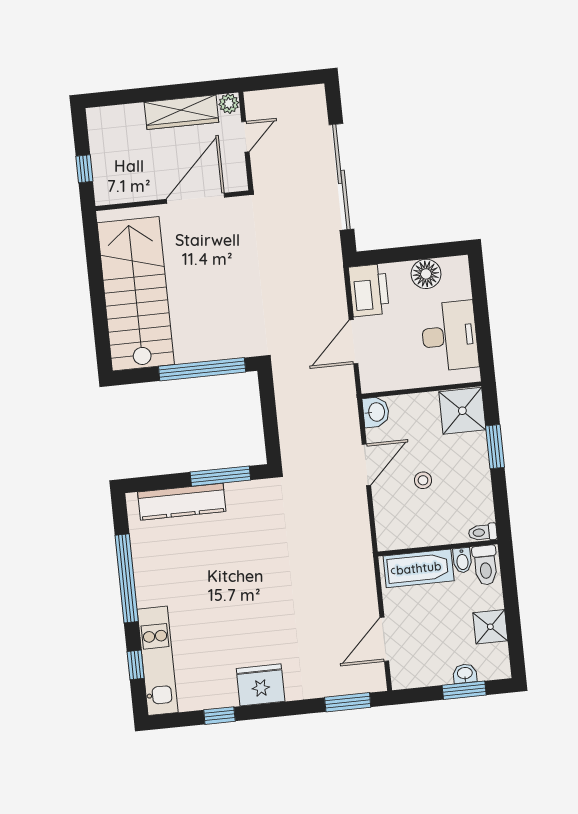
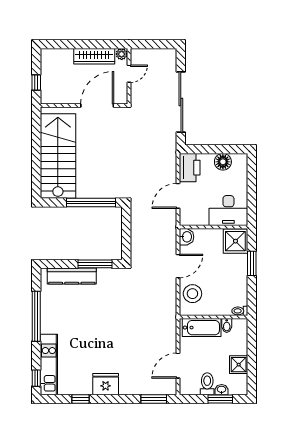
desk: (450, 336) -> (228, 211), moved, turned 90
stool: (423, 480) -> (192, 294), moved, width x1.89, depth x1.89
toilet: (485, 565) -> (207, 384), moved, turned 180
window: (136, 665) -> (36, 378), moved

